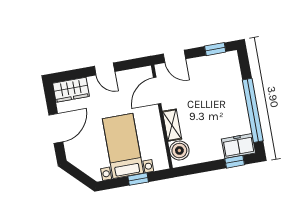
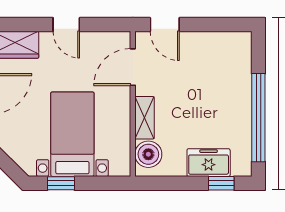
window: (215, 49) -> (222, 25), removed
freezer: (239, 146) -> (209, 163), moved
window: (138, 179) -> (61, 183), moved

